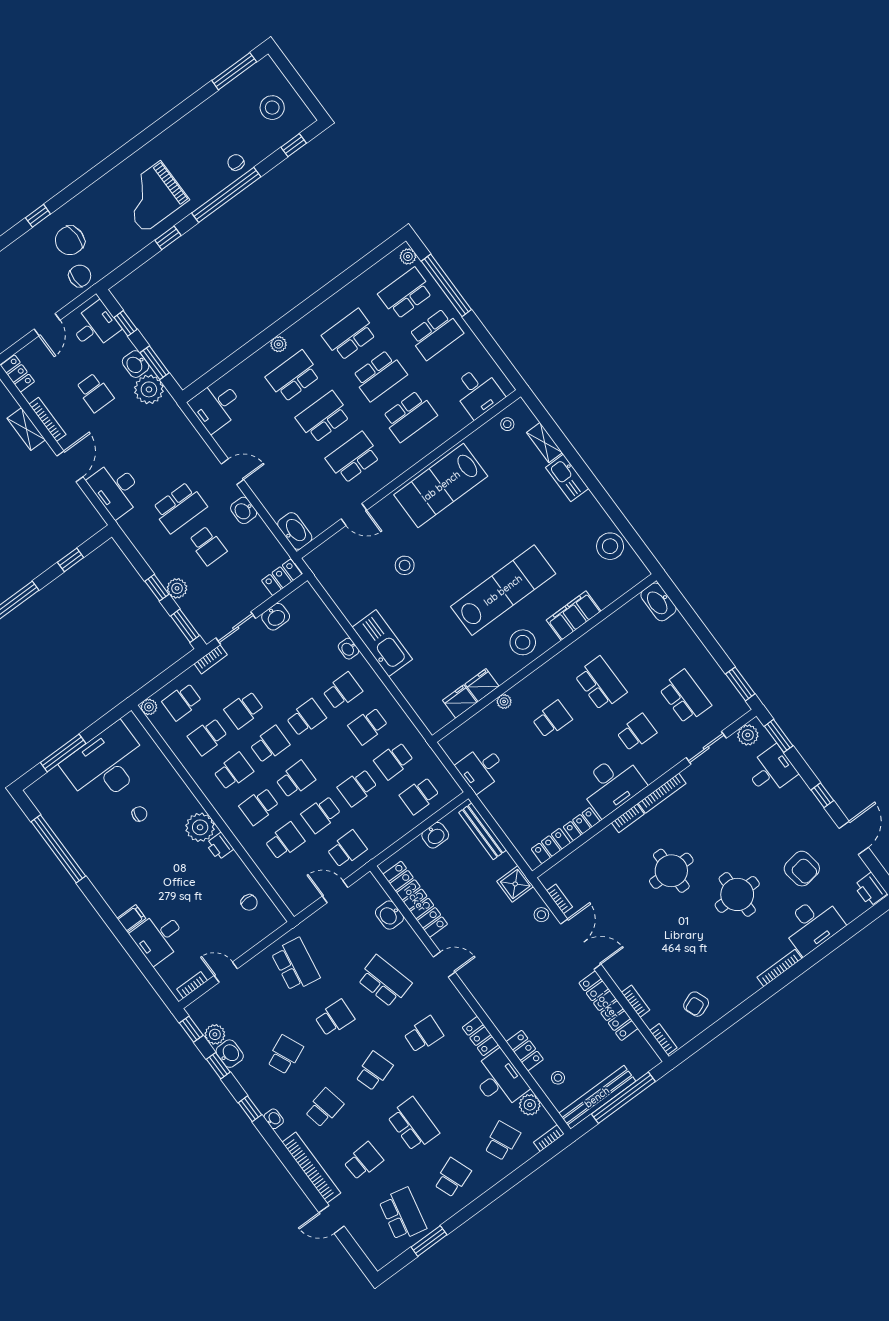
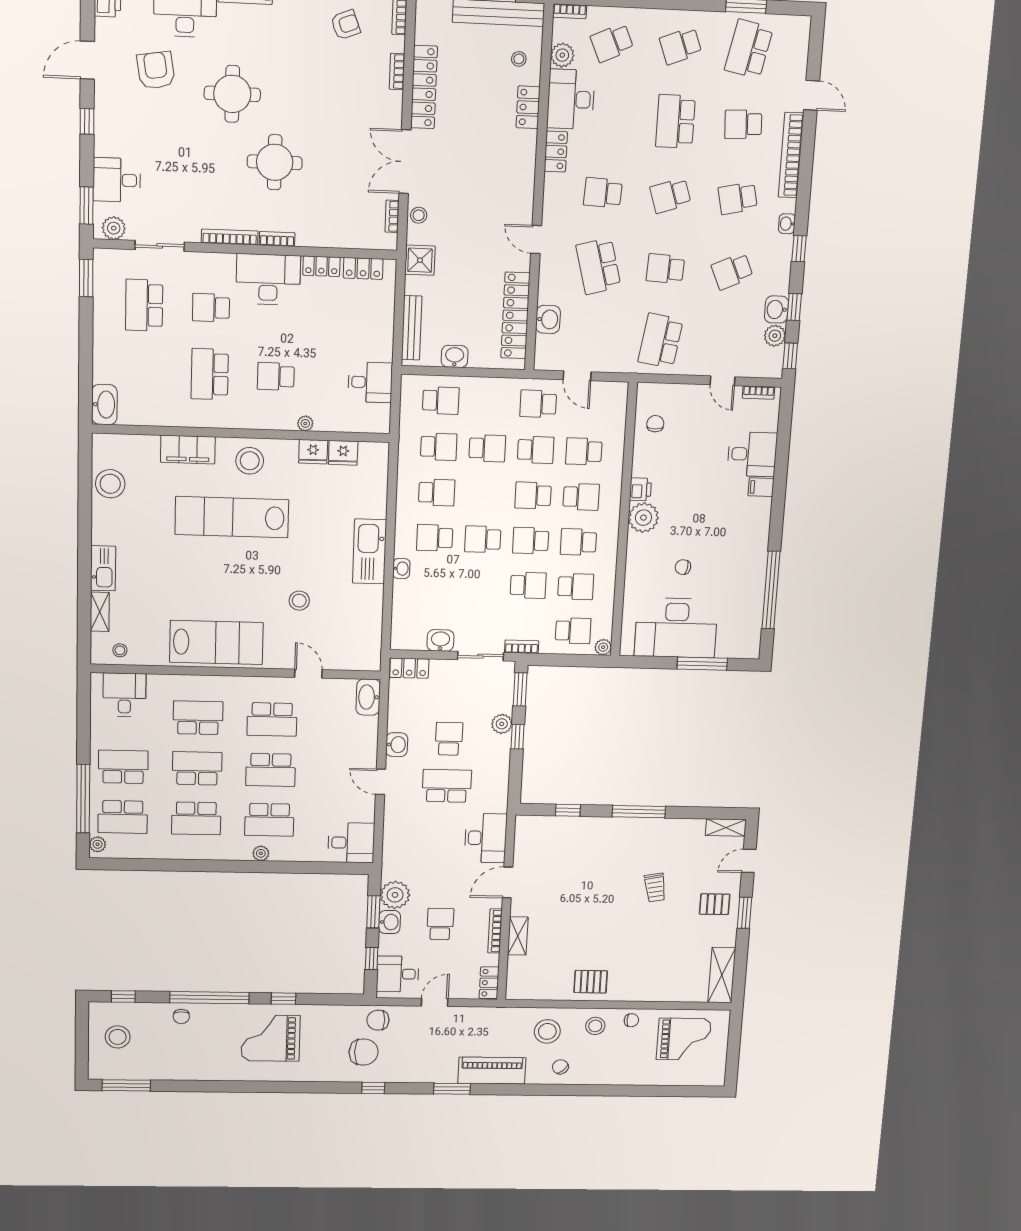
grand piano: (152, 197) -> (271, 1038), turned 180

